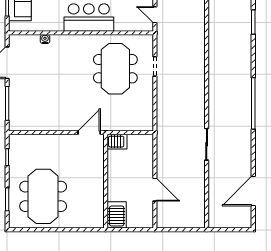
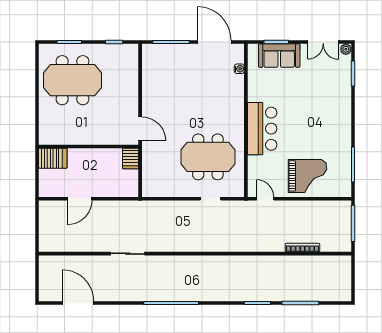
door: (155, 15) -> (265, 199), hinge flipped
water cooler: (45, 39) -> (239, 69), moved

